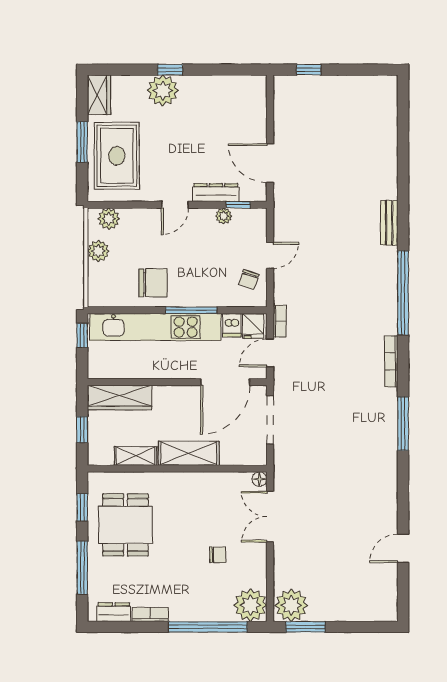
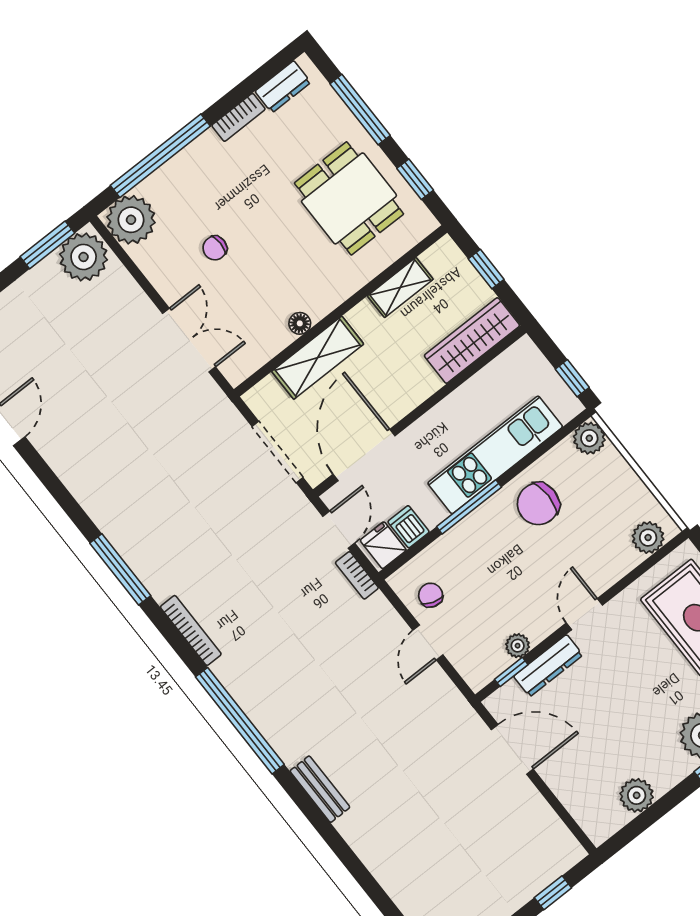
plant: (223, 86) -> (637, 795), added
plant: (98, 251) -> (589, 438), moved
kitchen unit: (155, 327) -> (495, 455), width x0.73
shelving: (189, 453) -> (318, 358), moved
floor lamp: (259, 479) -> (300, 323), moved

